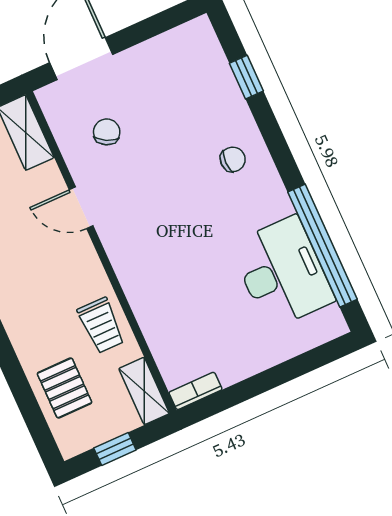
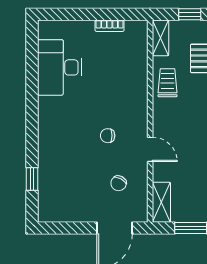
chair: (233, 159) -> (108, 136), moved
window: (322, 246) -> (32, 72), removed
bookcase: (196, 391) -> (110, 26), moved

